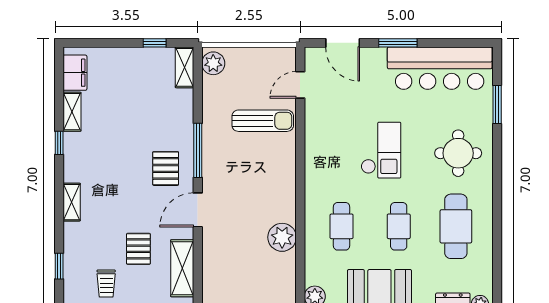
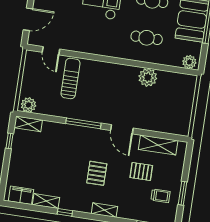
pallet: (166, 168) -> (97, 173), moved, turned 90

